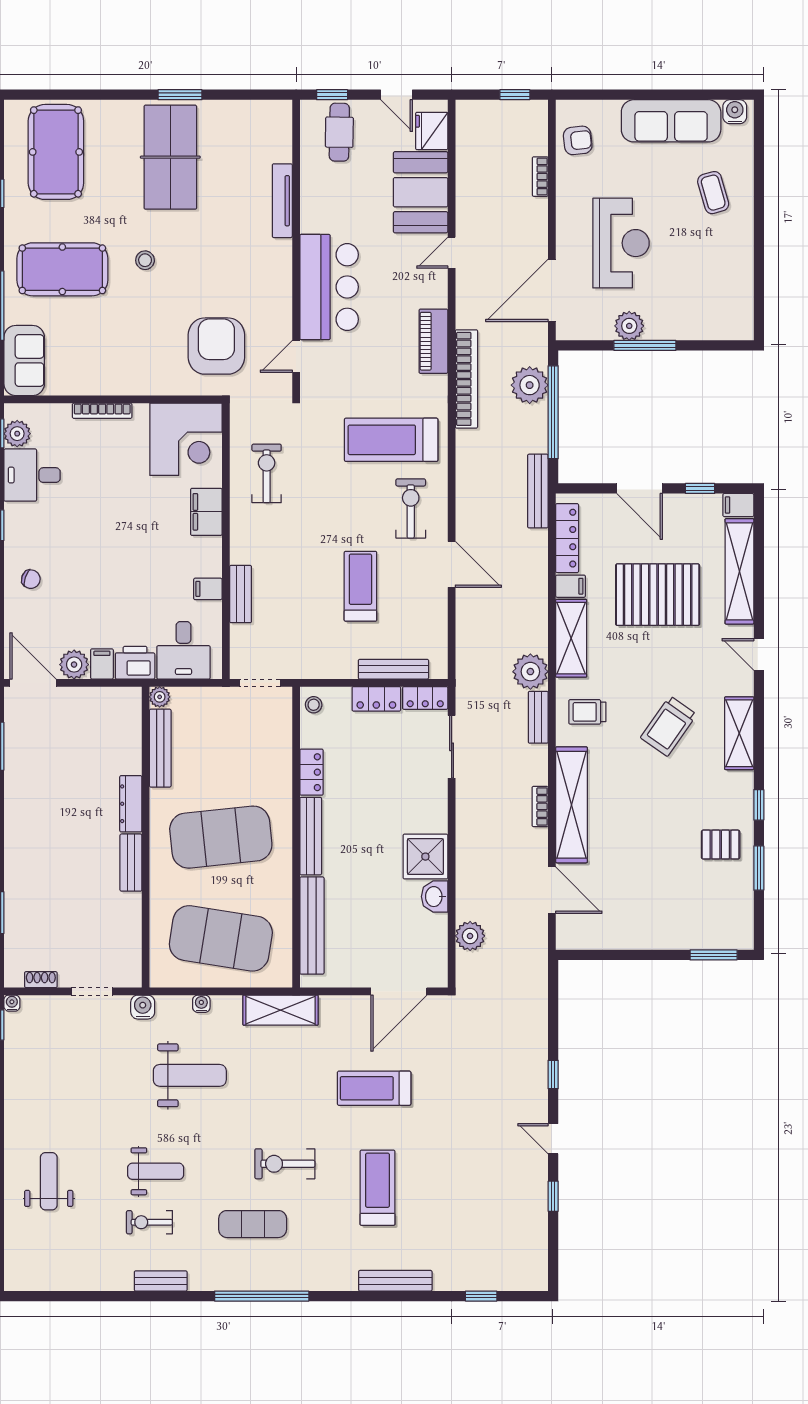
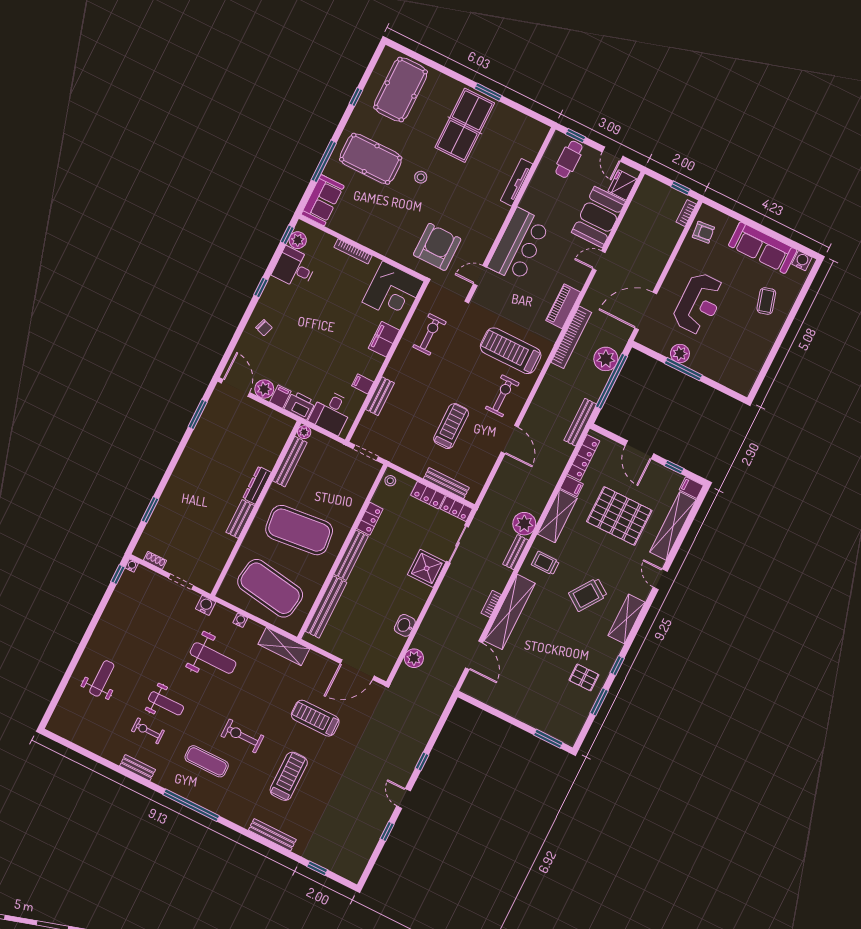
bookcase: (540, 177) -> (686, 213), moved
shower: (425, 857) -> (427, 568), moved

